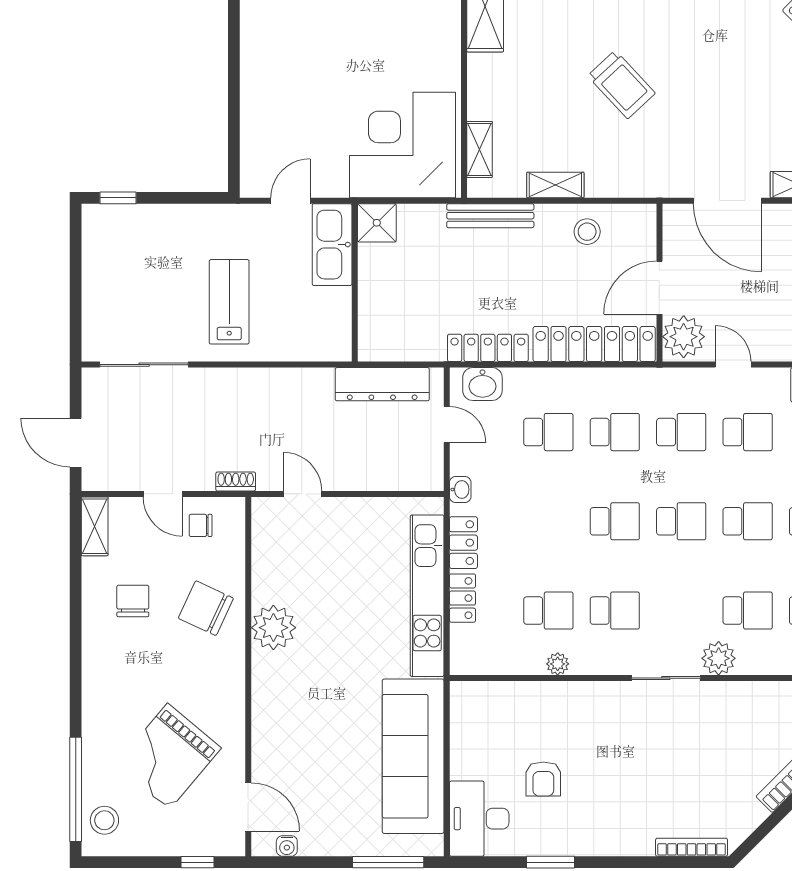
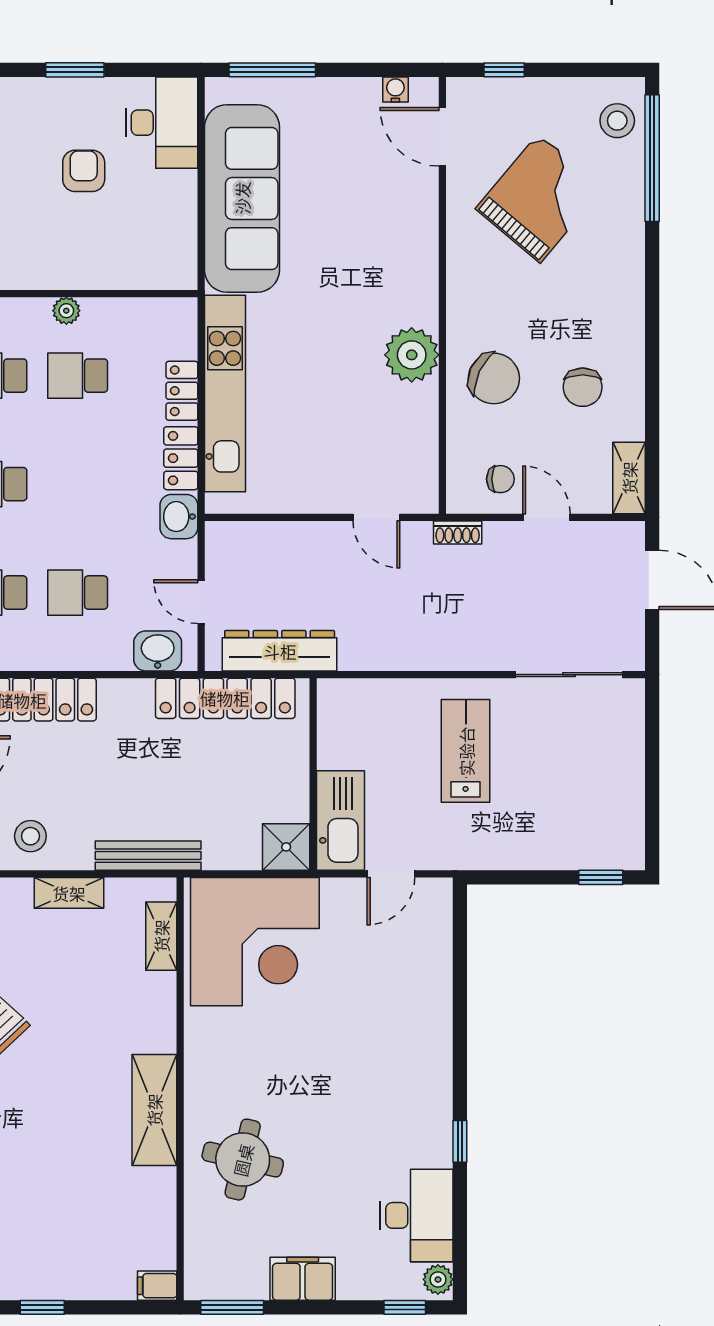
lab bench: (229, 302) -> (466, 751), turned 180
locker: (488, 348) -> (225, 698), moved, width x1.41, depth x1.21
washbasin: (460, 489) -> (179, 517), width x1.38, depth x1.45

